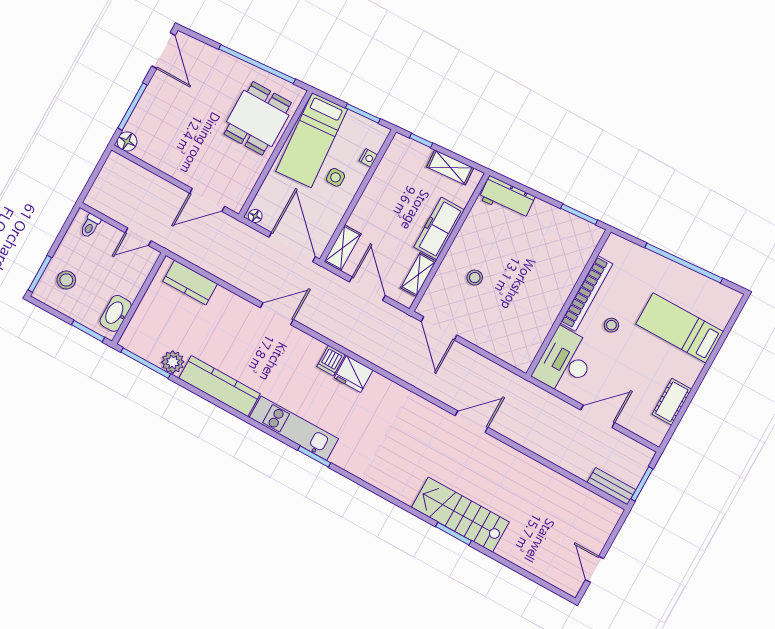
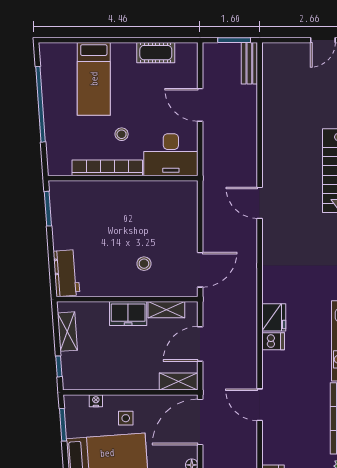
freezer: (439, 228) -> (128, 314), width x0.71

